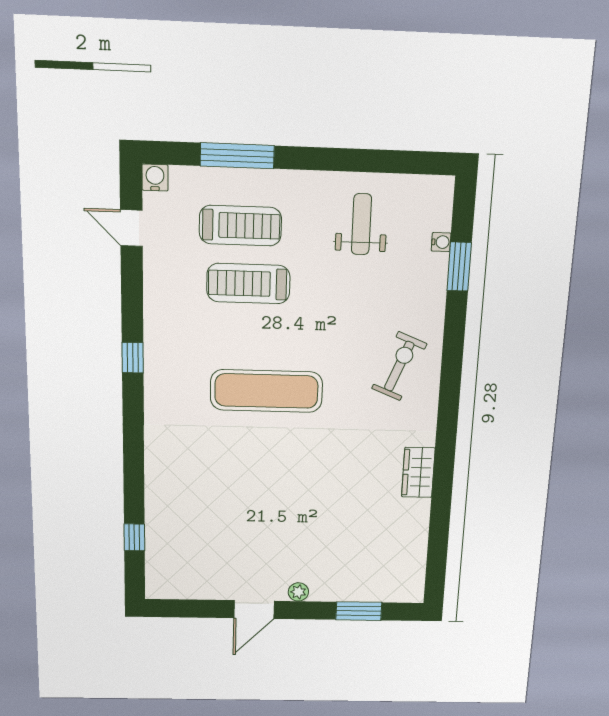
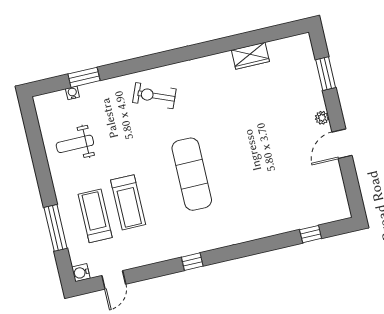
wardrobe: (418, 472) -> (250, 56), moved
door: (254, 610) -> (342, 144), swing flipped

